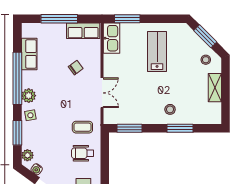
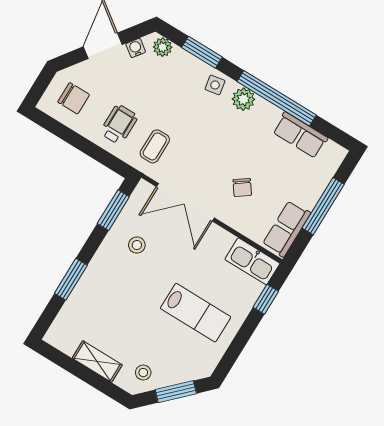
window: (127, 19) -> (266, 299), width x0.67
double door: (102, 93) -> (185, 202), width x1.37
stool: (170, 109) -> (137, 245), moved

